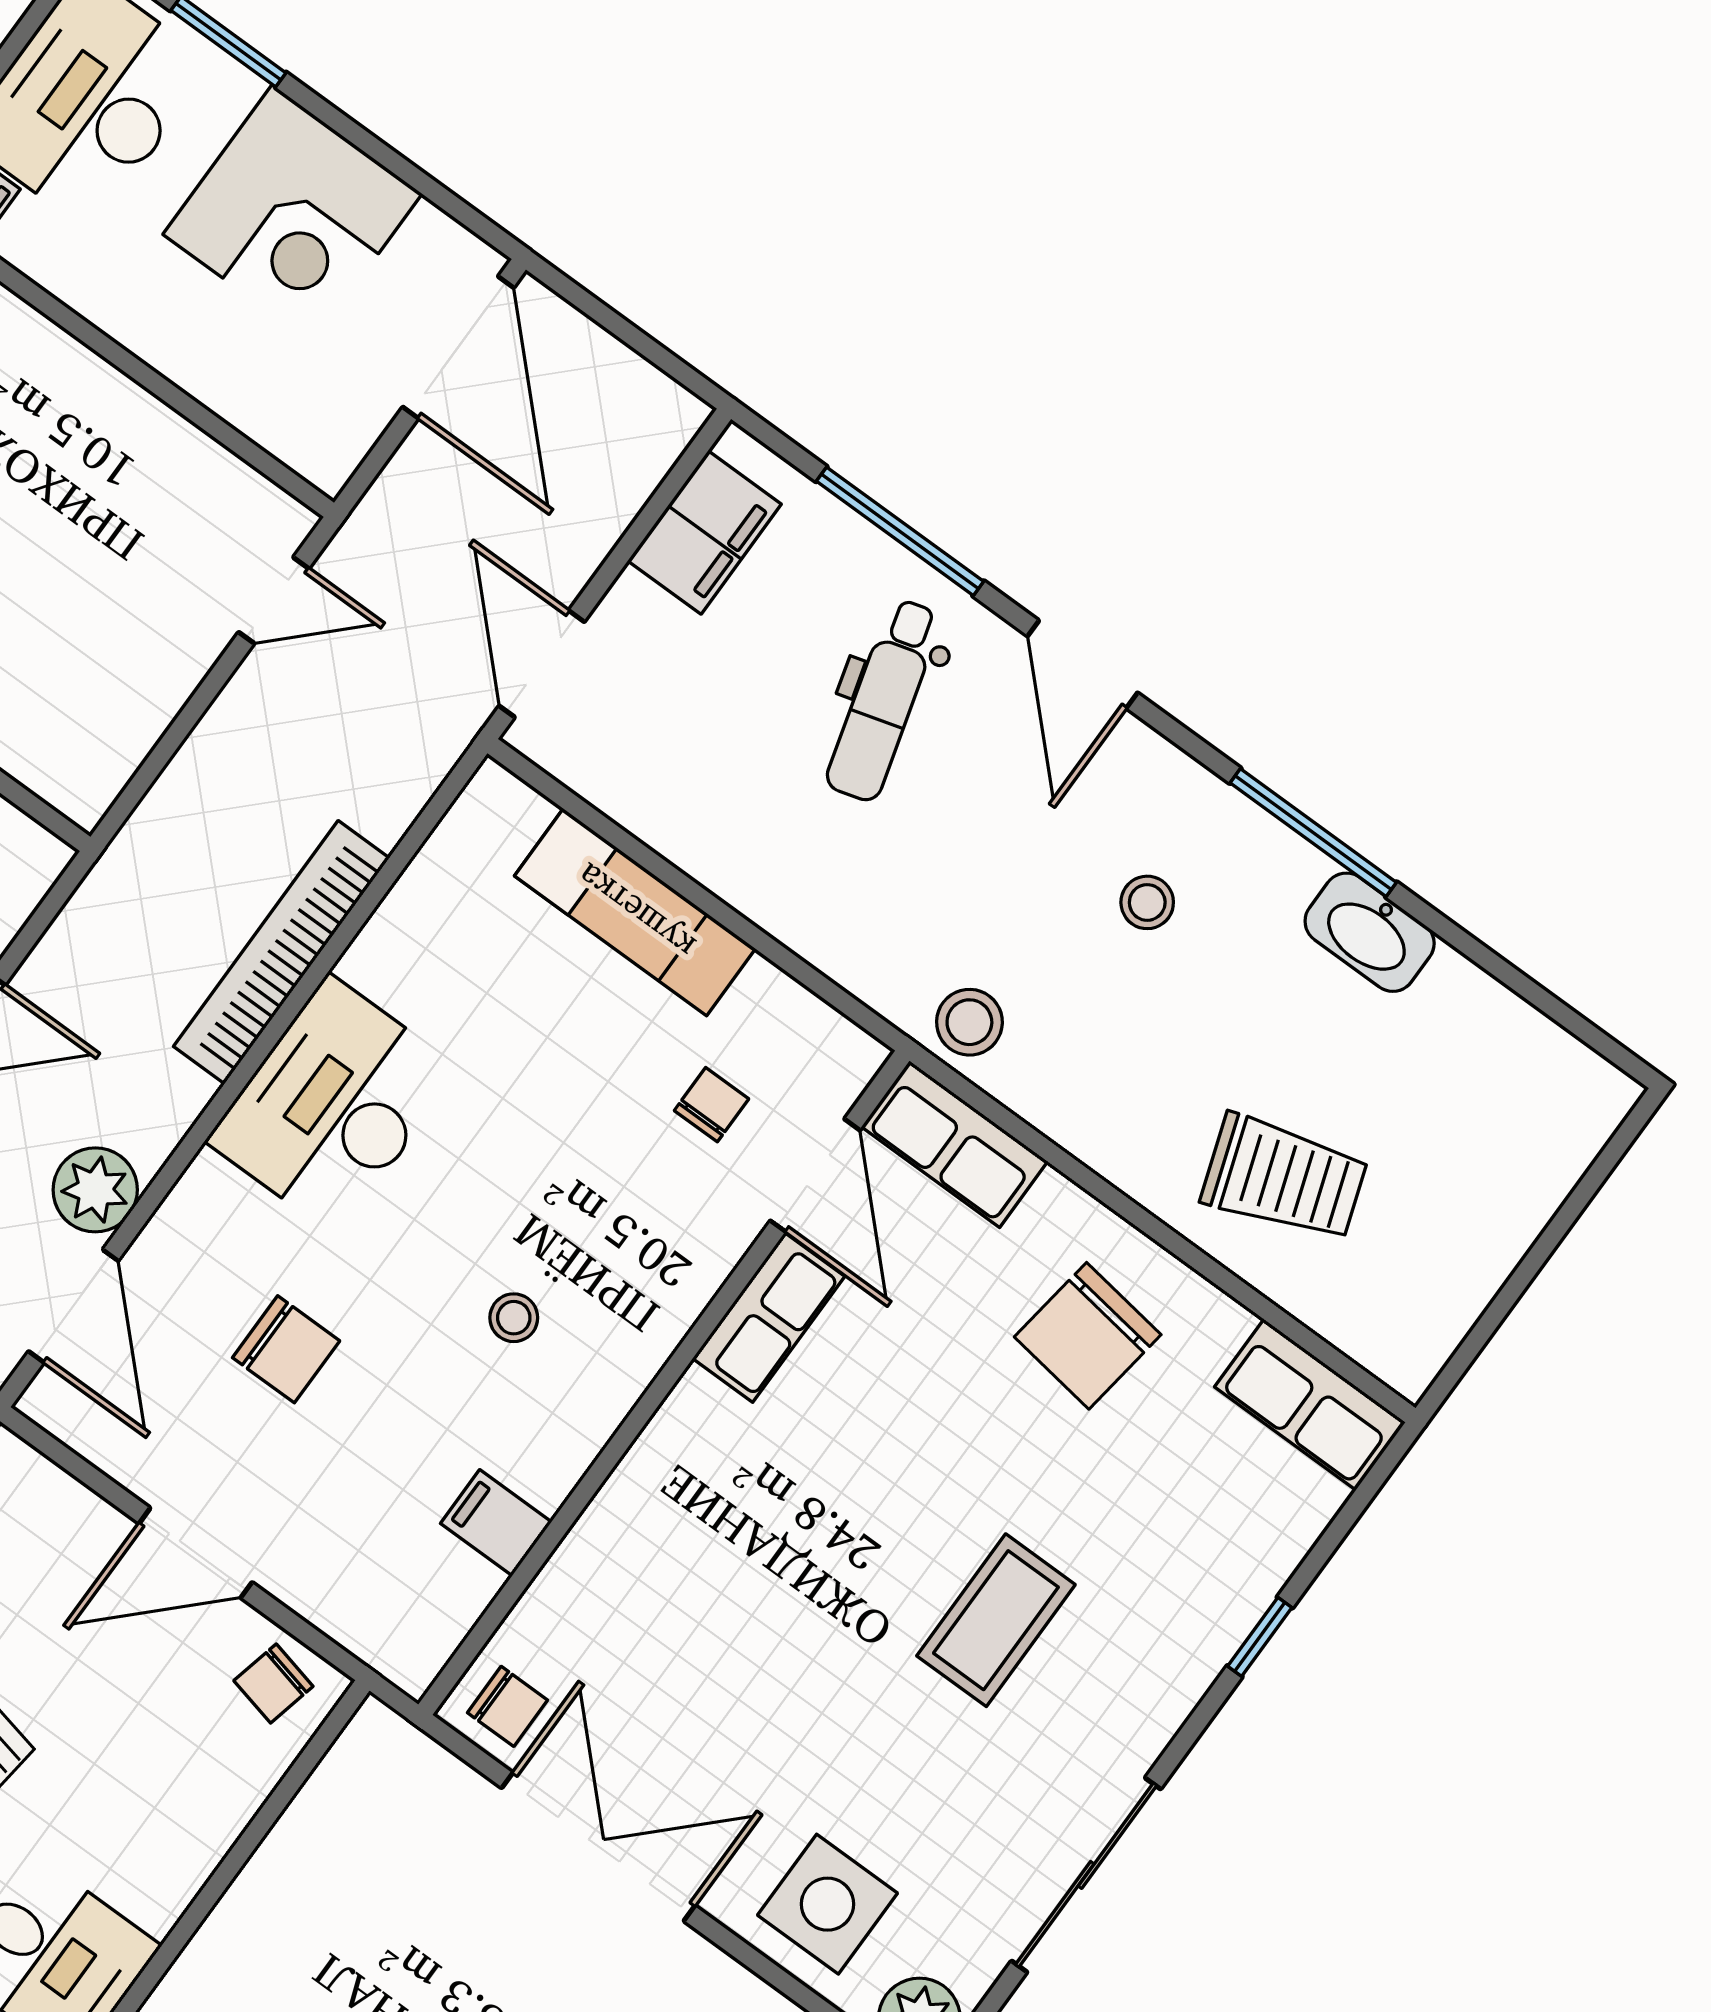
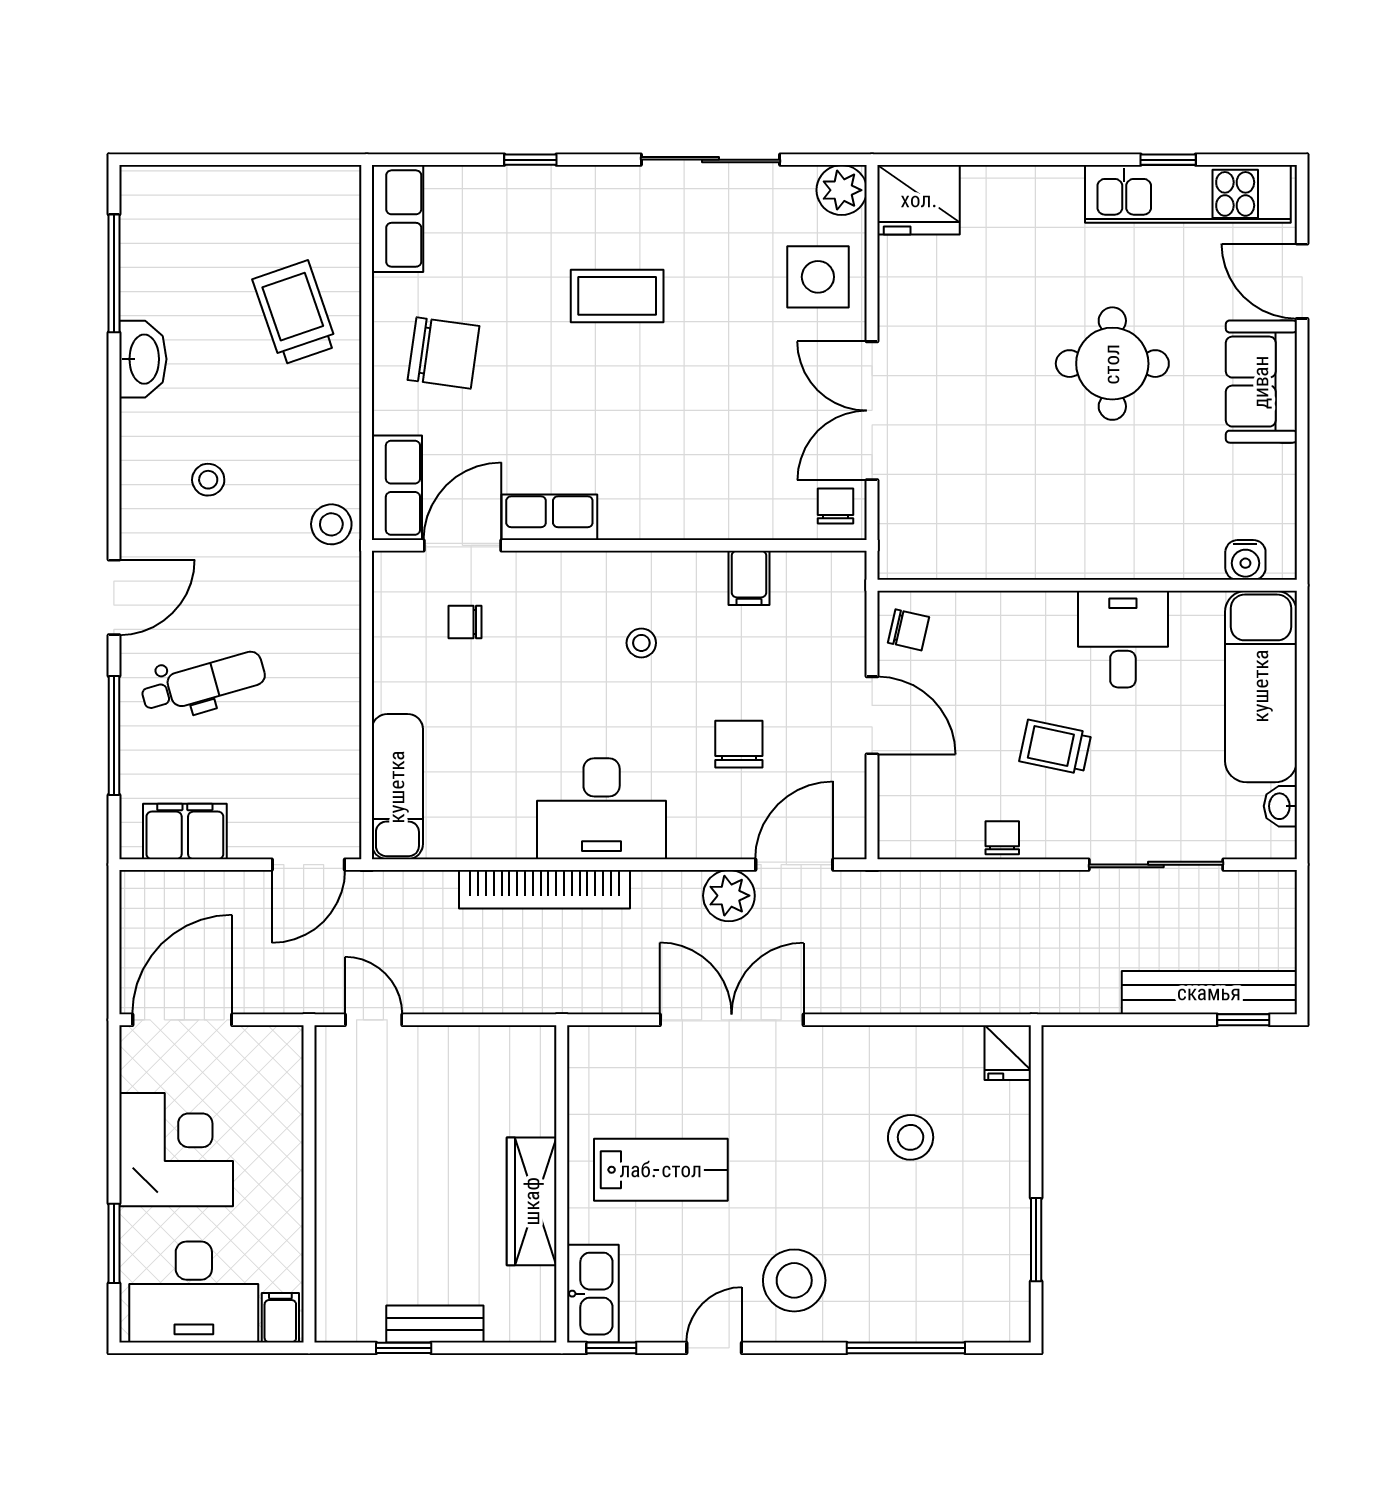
window: (1313, 833) -> (114, 273), moved
exam couch: (635, 912) -> (397, 787), moved

